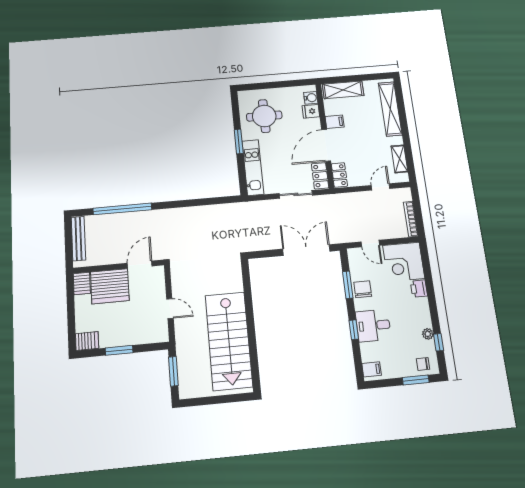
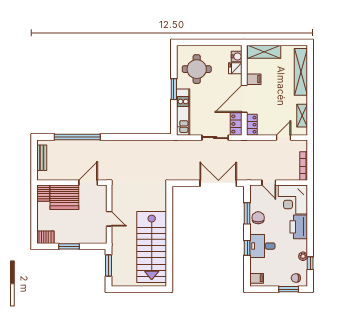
bench: (78, 239) -> (42, 158), width x0.73
printer: (419, 289) -> (299, 227), width x1.87, depth x1.48

